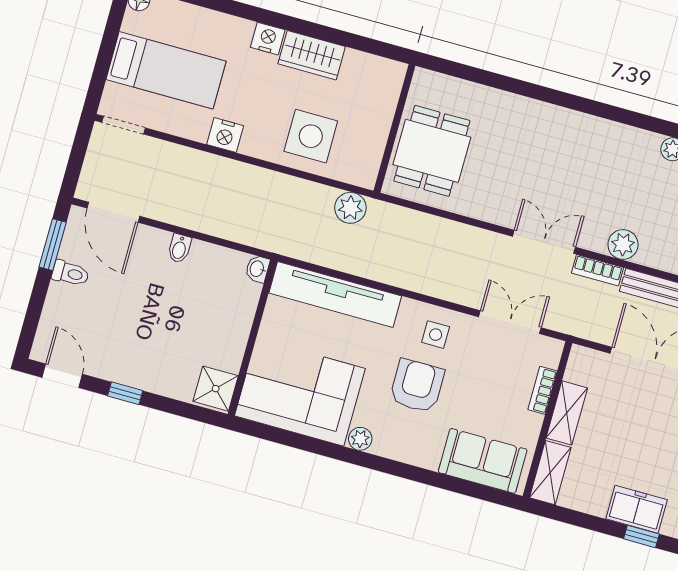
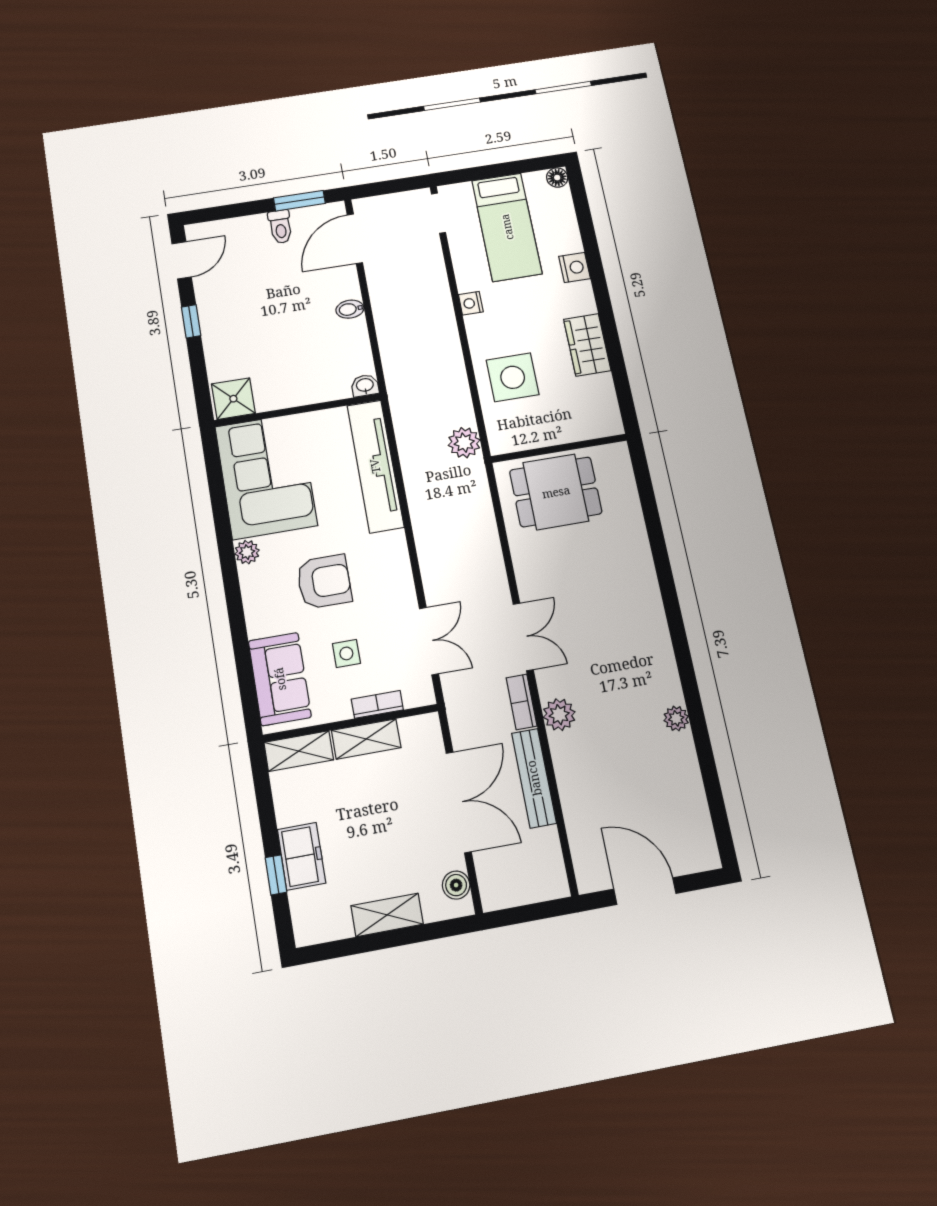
nightstand: (268, 39) -> (575, 267), moved
nightstand: (225, 135) -> (471, 303), width x0.72, depth x0.74
side table: (436, 335) -> (346, 653), moved

